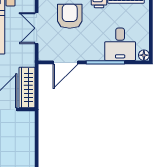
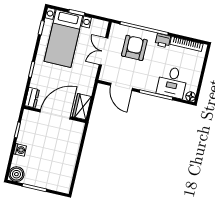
door: (65, 62) -> (121, 87), hinge flipped
wardrobe: (27, 87) -> (82, 107), width x0.67

